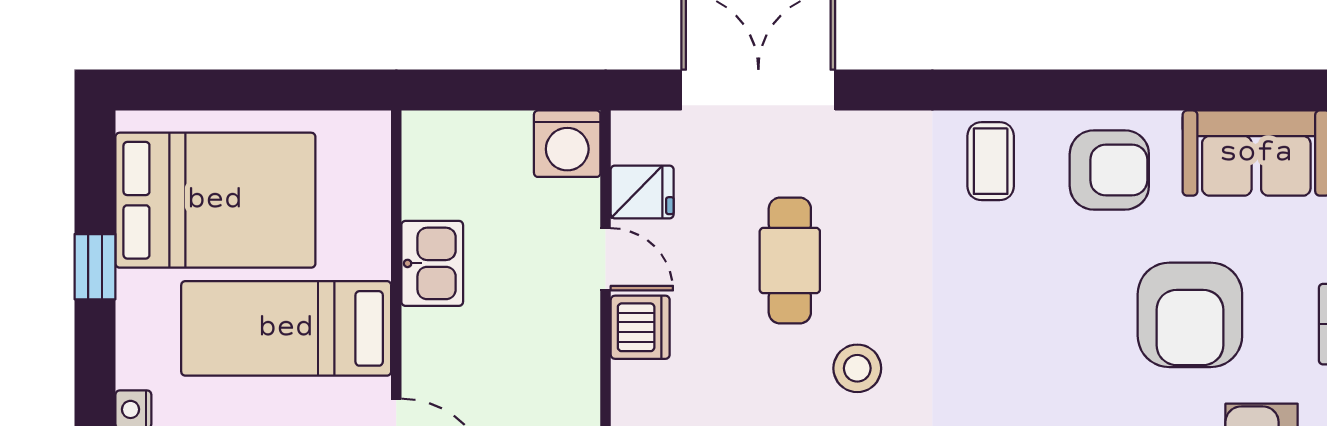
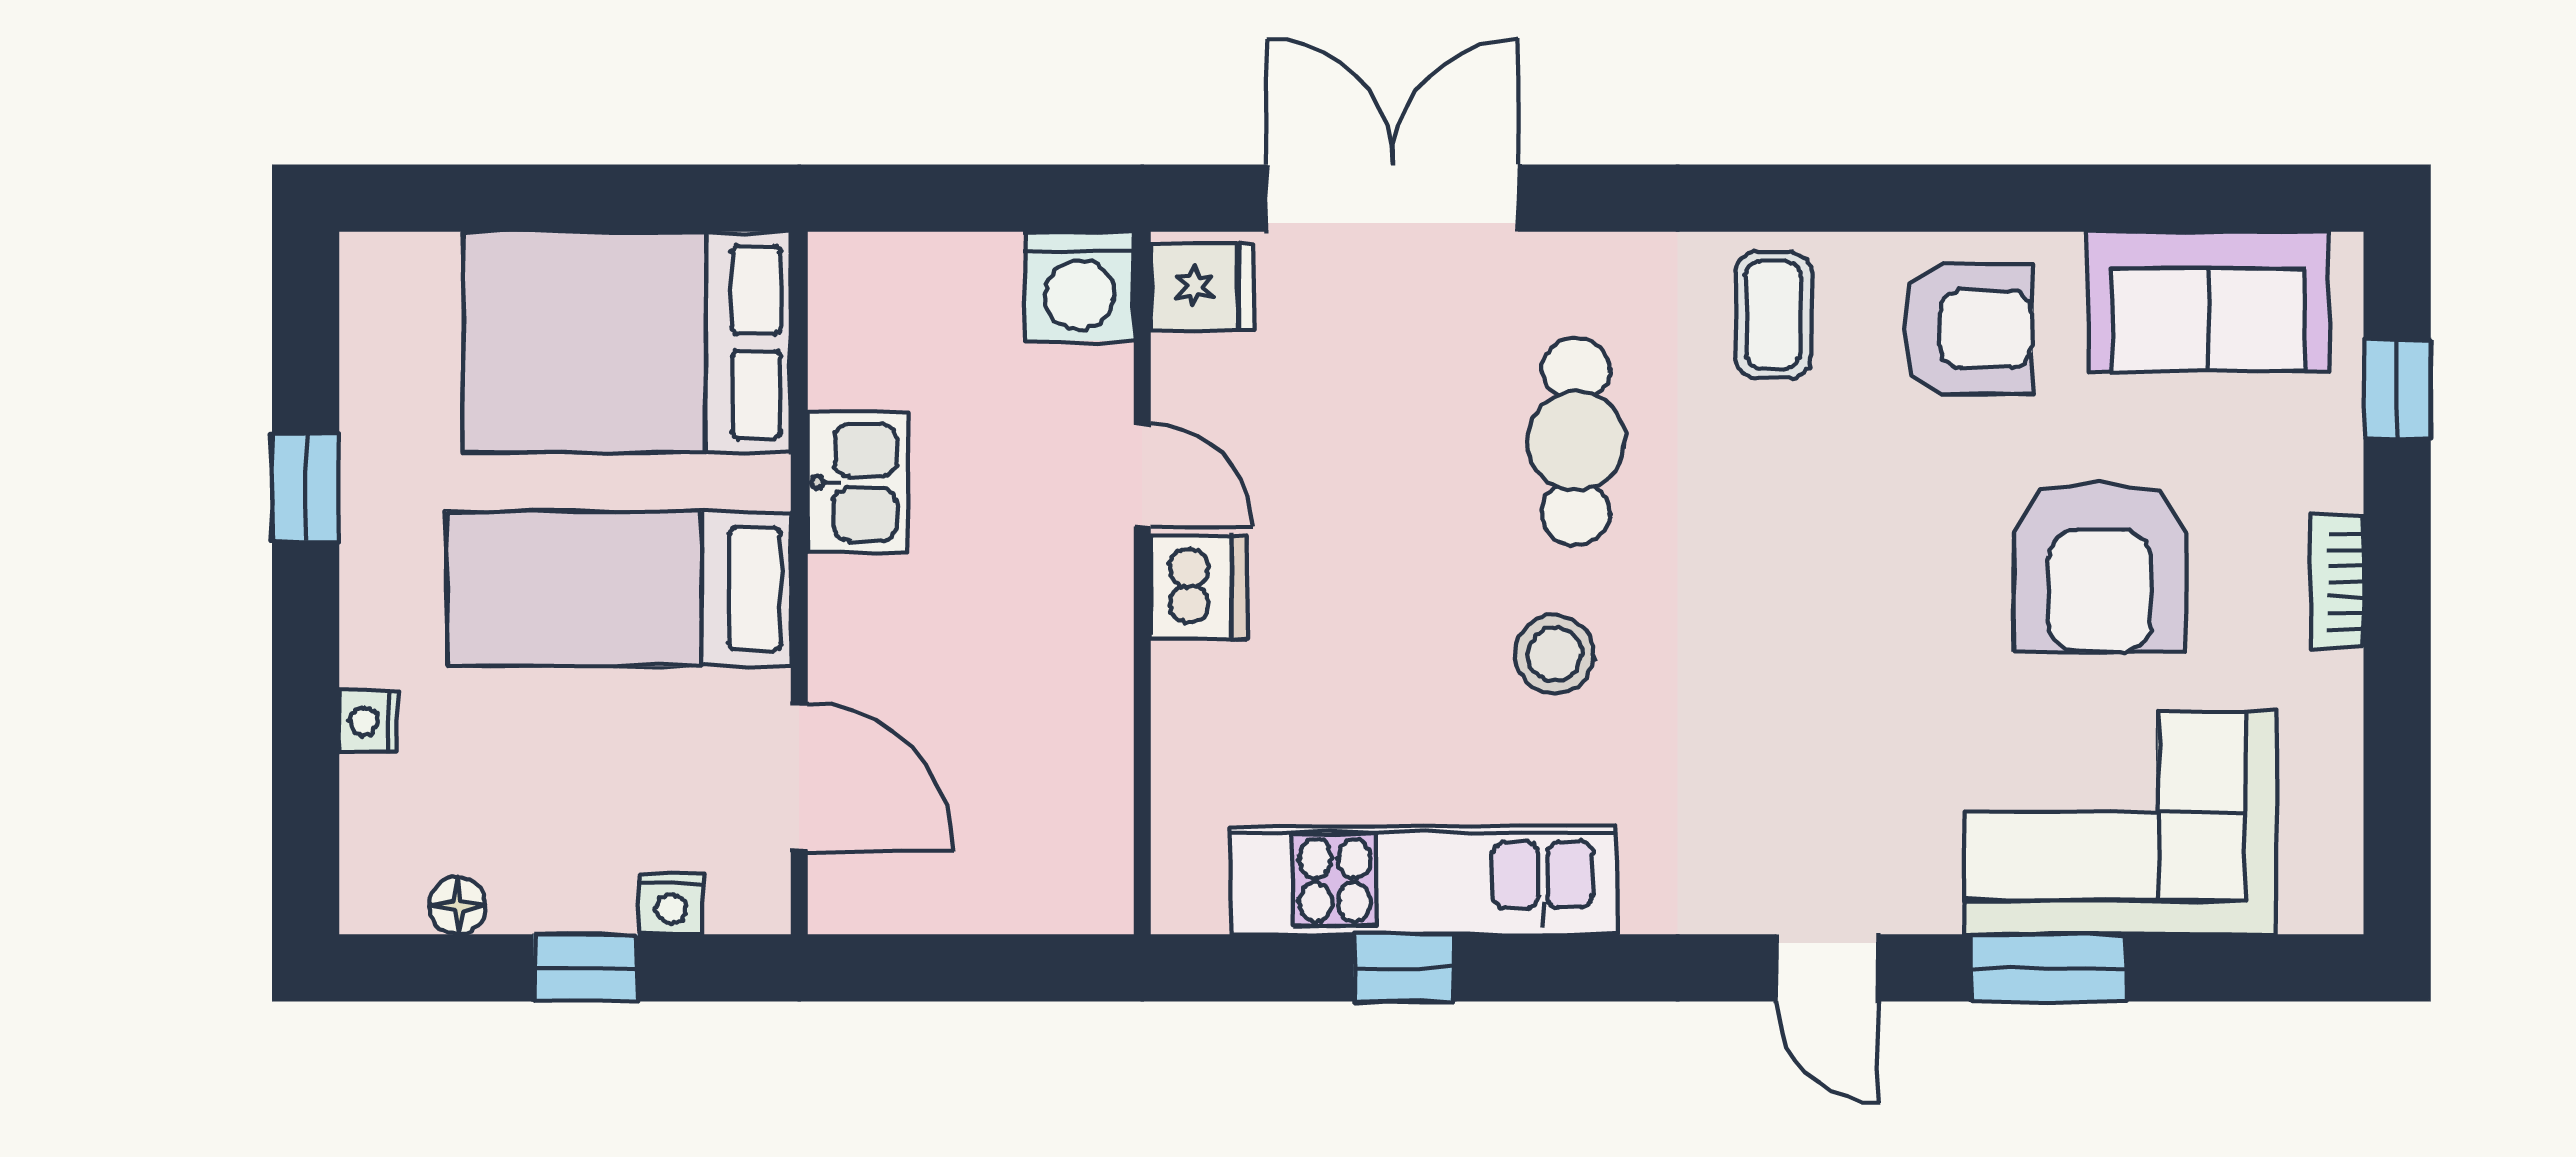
fridge: (642, 192) -> (1202, 286), moved
bed: (215, 200) -> (627, 342), moved, turned 180
cafe table: (790, 261) -> (1576, 441), moved

